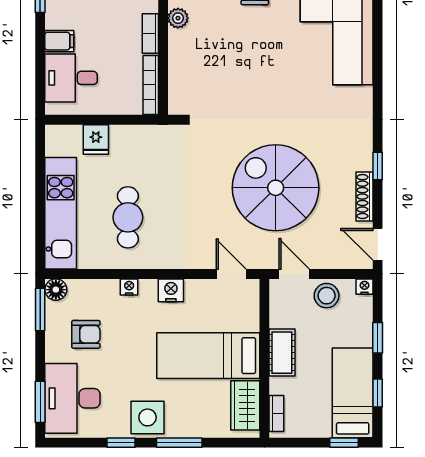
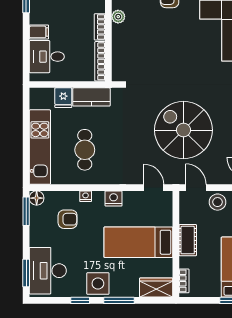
kitchen counter: (138, 138) -> (91, 97), added
armchair: (86, 334) -> (68, 219), moved
wardrobe: (245, 405) -> (156, 288), moved, turned 90

